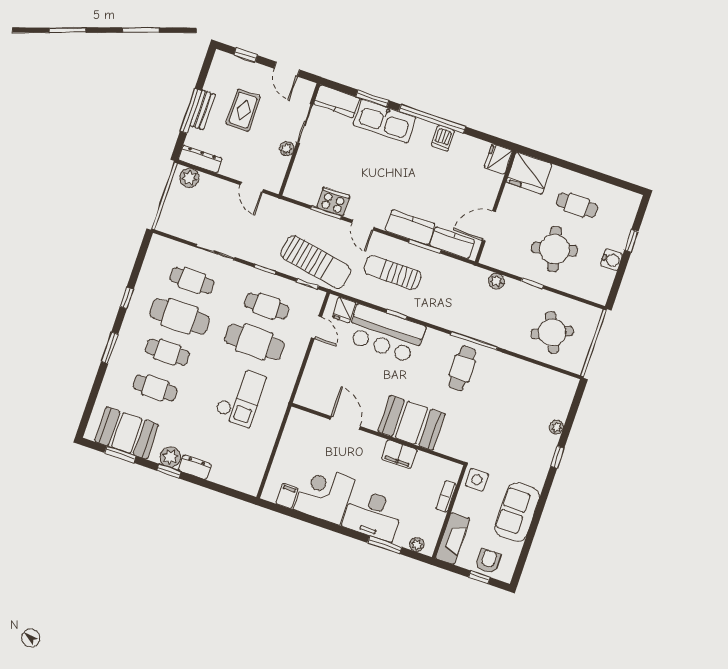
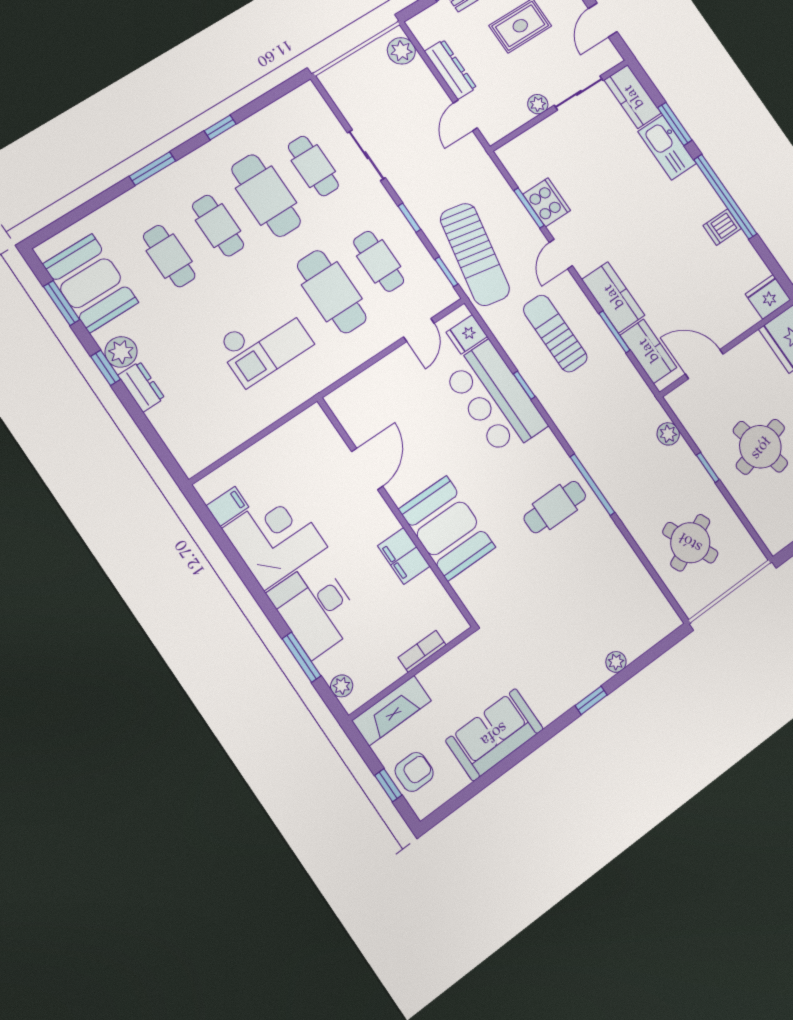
kitchen sink: (384, 121) -> (667, 148), width x0.73, depth x0.81
dresser: (200, 159) -> (450, 70), moved
side table: (477, 480) -> (475, 657), removed

